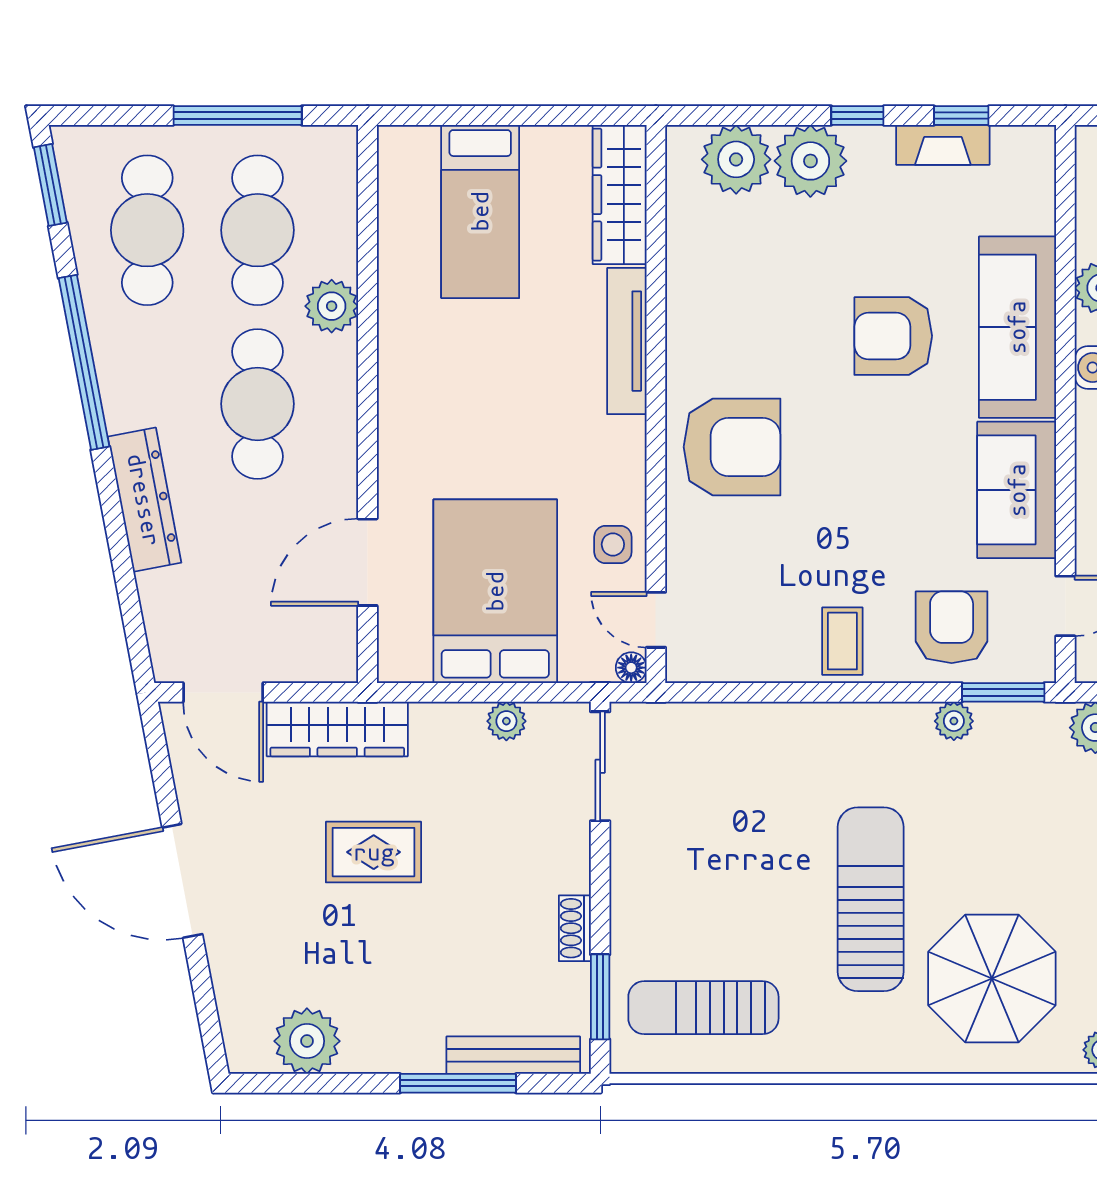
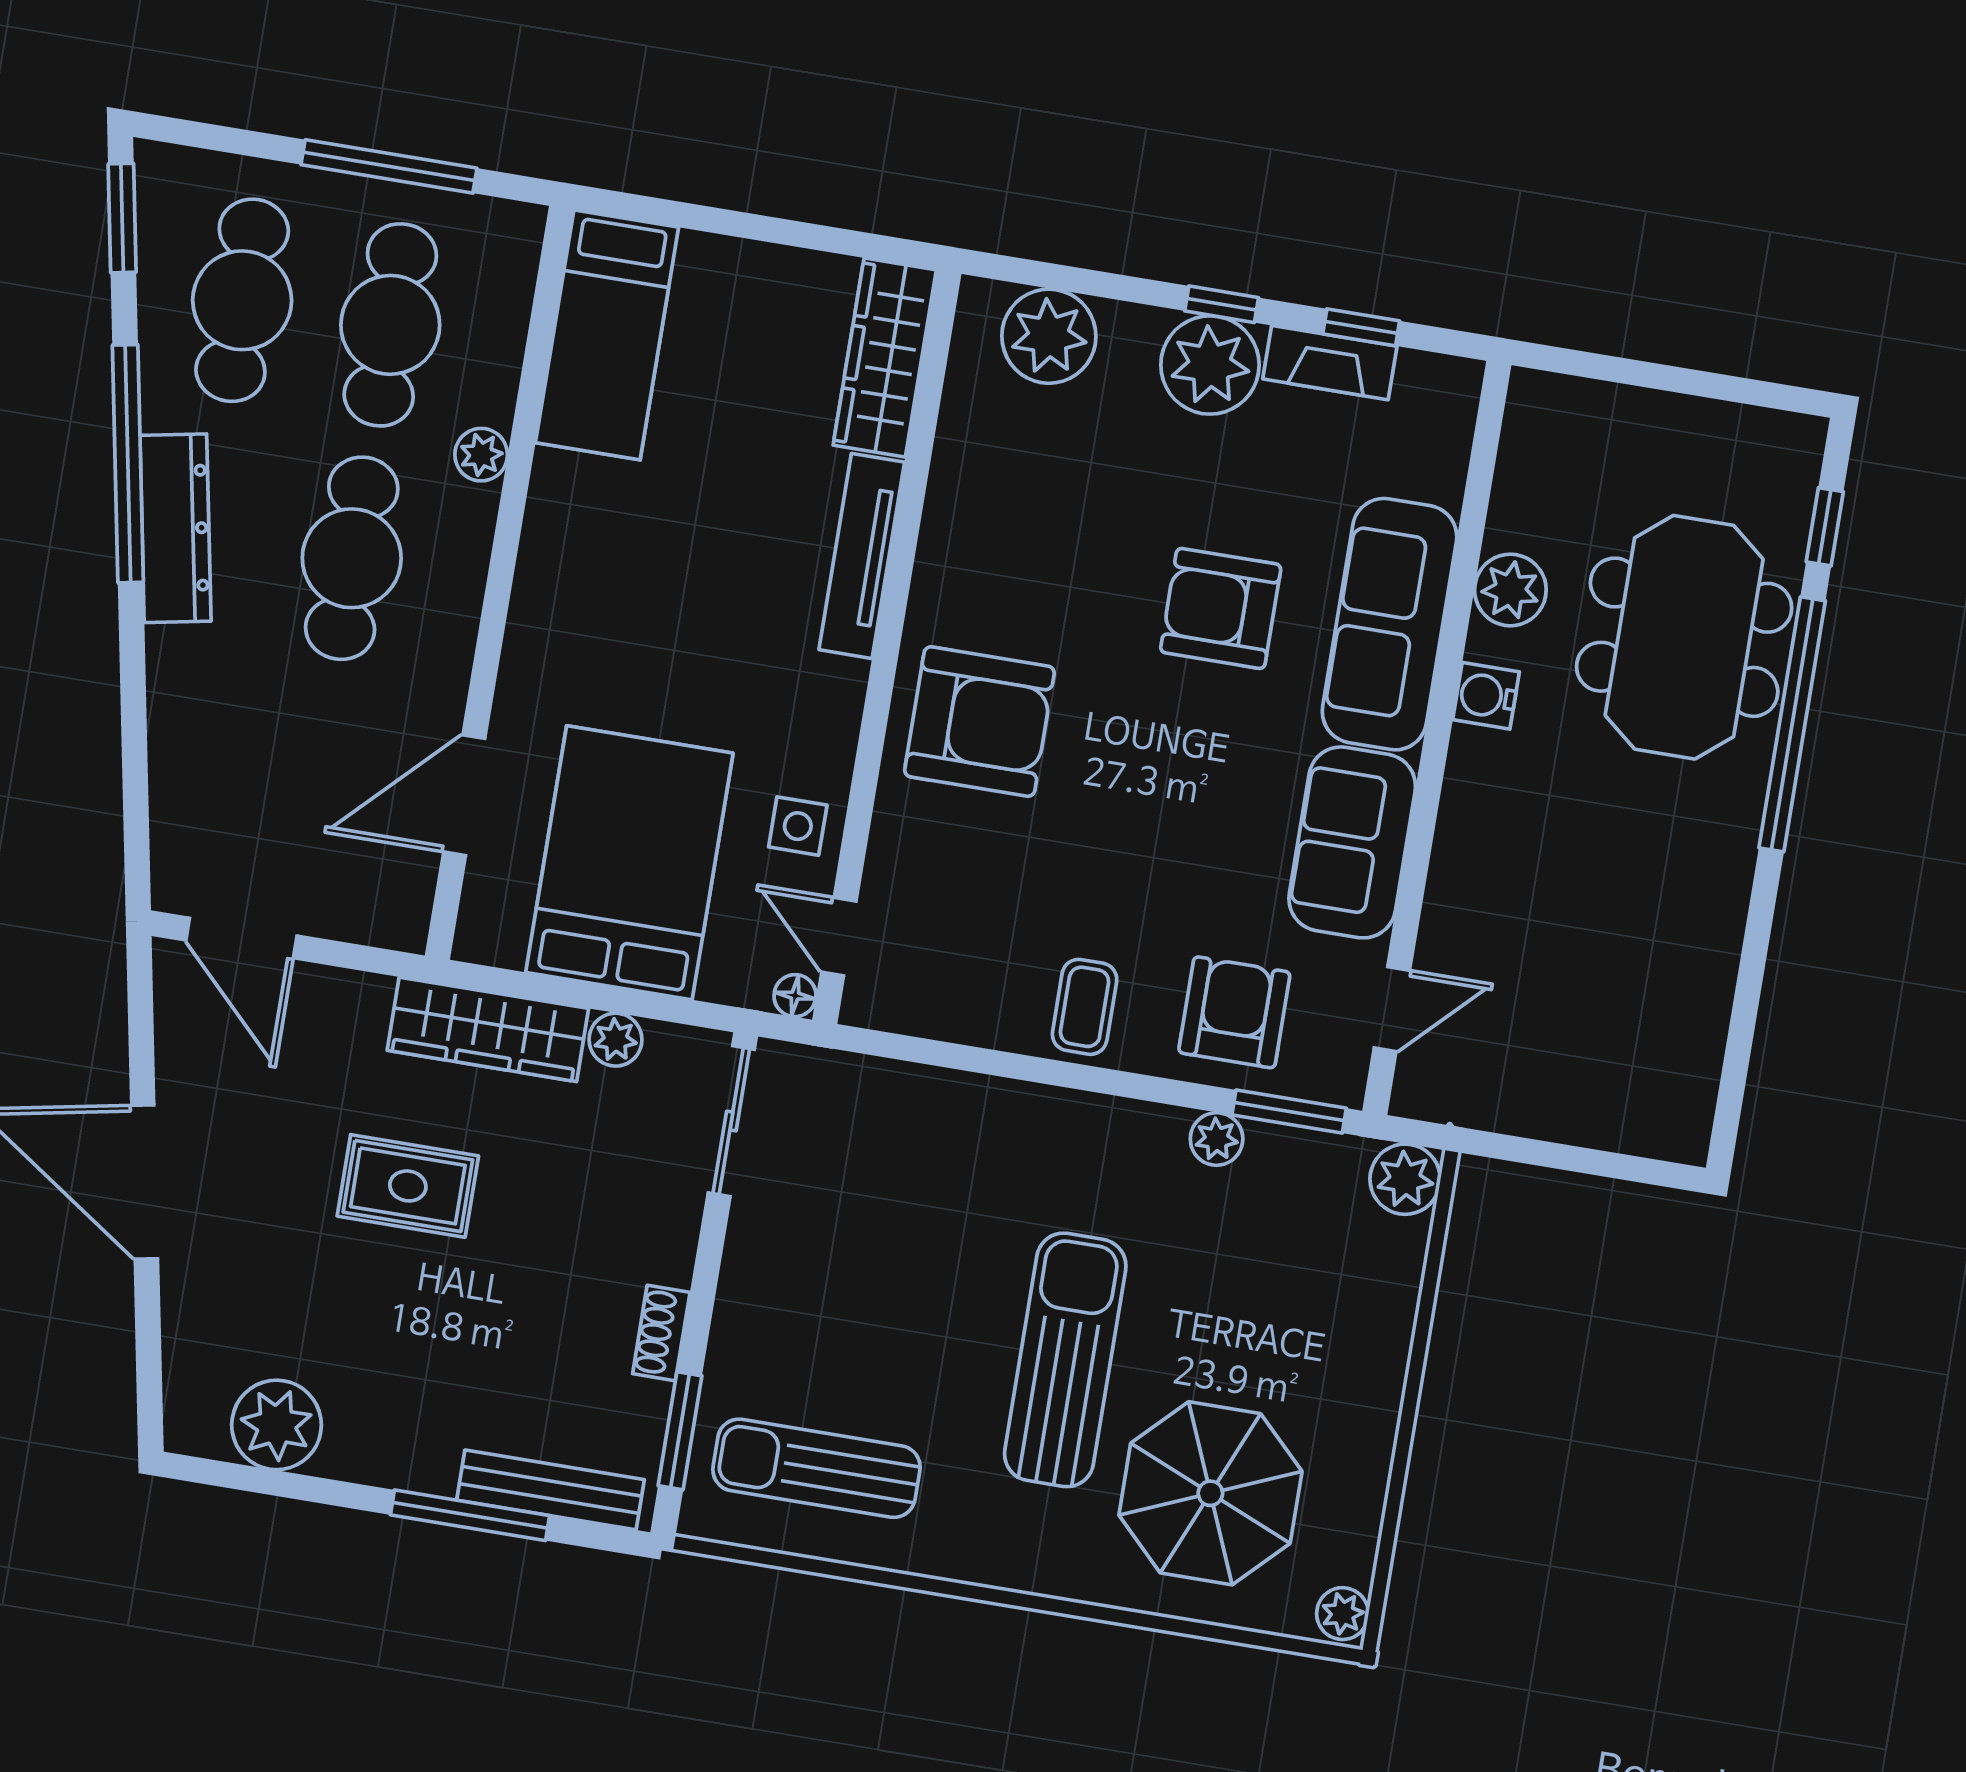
plant: (810, 161) -> (1210, 365), moved
bed: (480, 211) -> (607, 335), moved
plant: (332, 306) -> (481, 455), width x0.73, depth x0.73
dresser: (144, 500) -> (175, 528), moved
wardrobe: (337, 729) -> (488, 1029), moved

